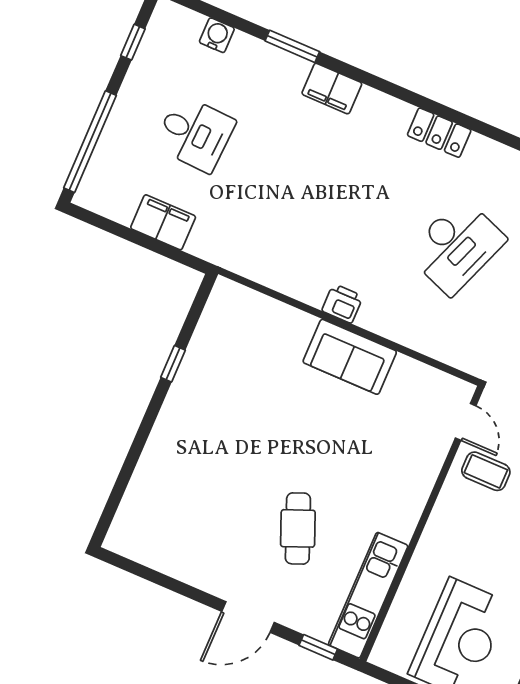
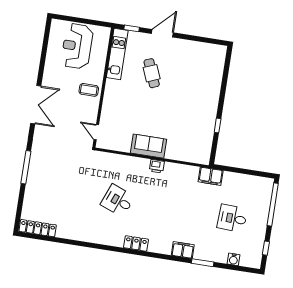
filing cabinet: (163, 222) -> (211, 176), moved
desk: (456, 246) -> (118, 200), width x0.73
coffee table: (486, 471) -> (89, 90), moved

